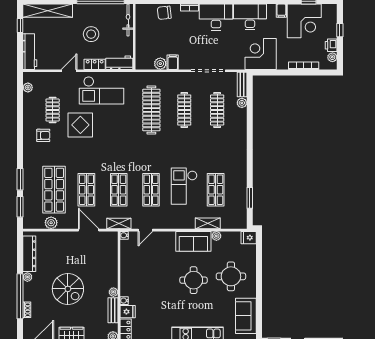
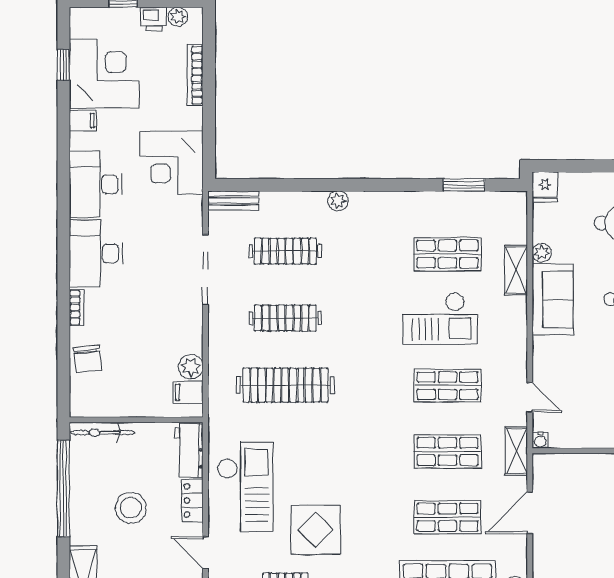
filing cabinet: (173, 62) -> (188, 392), moved
plant: (242, 103) -> (338, 201), moved

